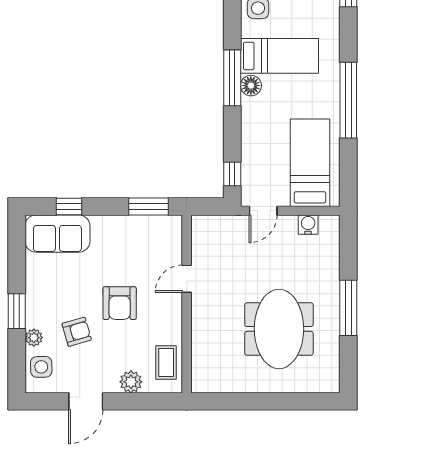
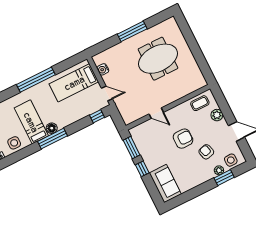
window: (69, 207) -> (142, 169), moved
window: (17, 311) -> (224, 178), moved

